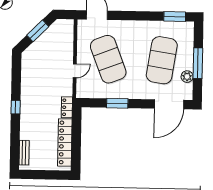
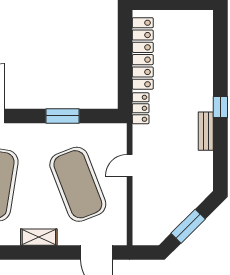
shelving: (134, 26) -> (39, 237), added
bench: (24, 153) -> (206, 131), moved

